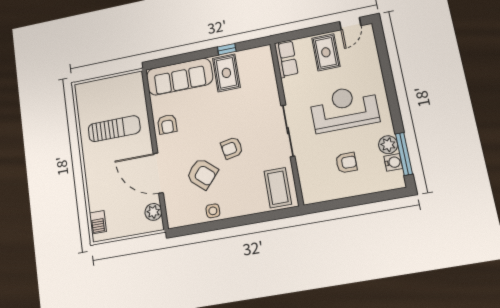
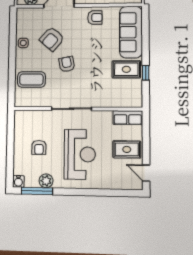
armchair: (167, 124) -> (95, 17), turned 180
water cooler: (393, 162) -> (18, 181), moved
coffee table: (278, 188) -> (31, 79), moved

